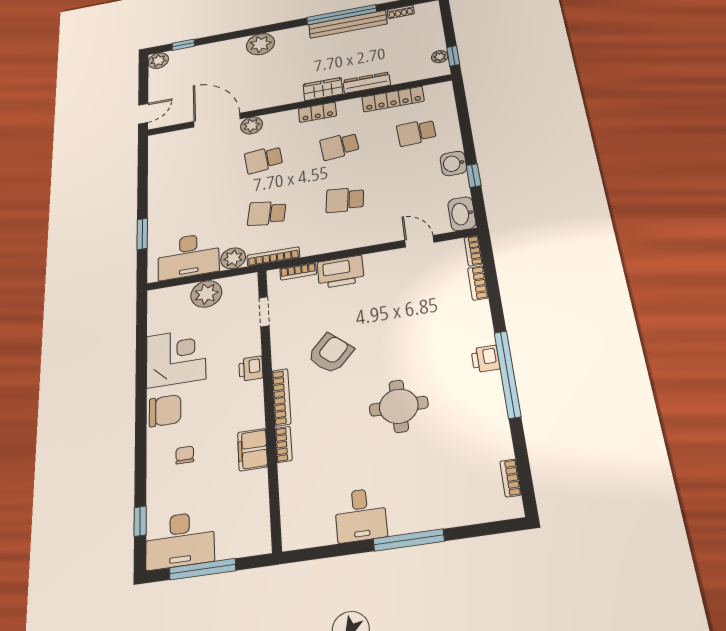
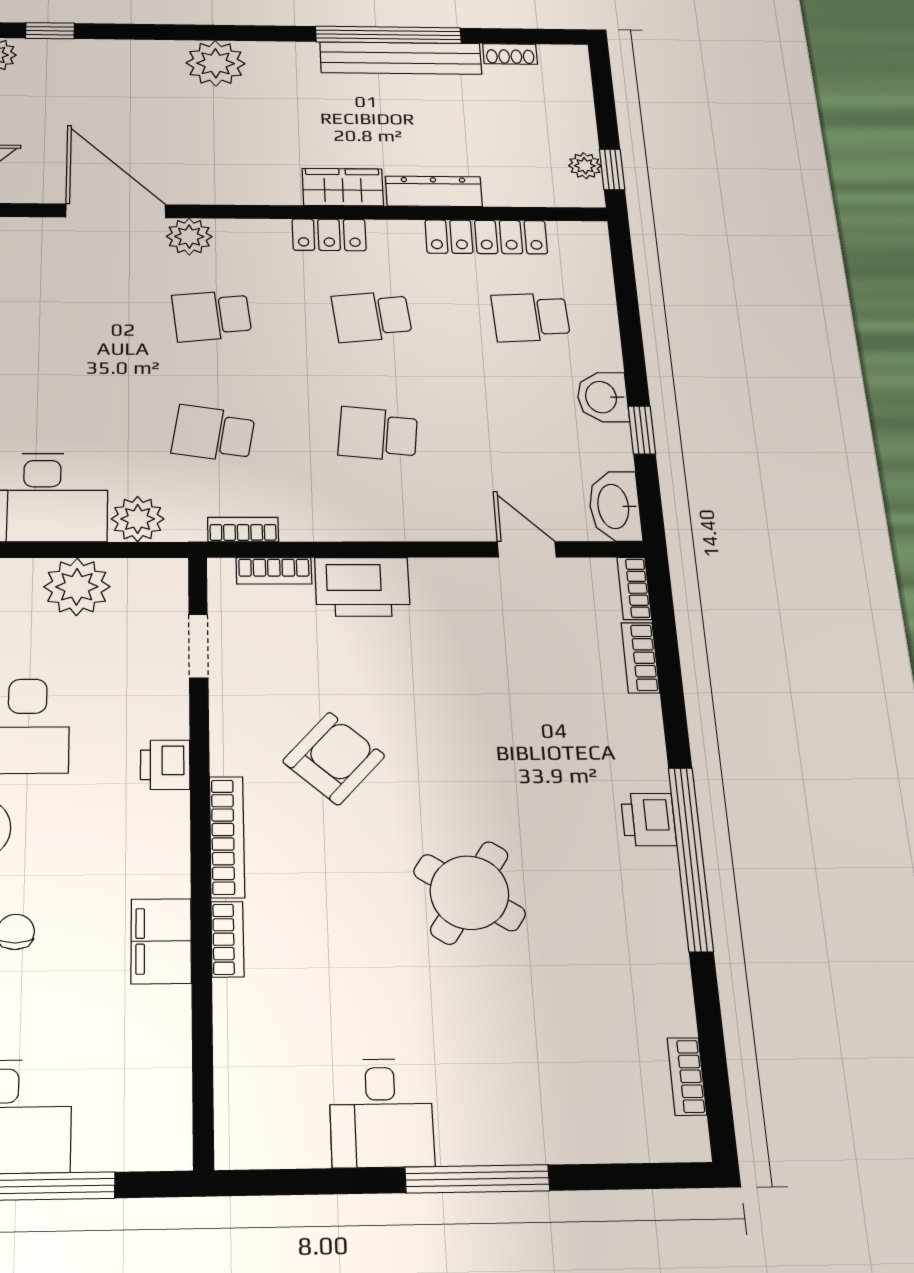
bookcase: (273, 256) -> (243, 530), width x0.64
round table: (399, 406) -> (469, 893), turned 33

